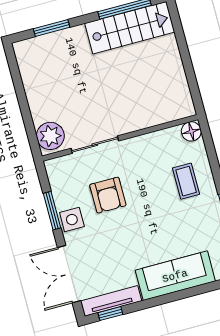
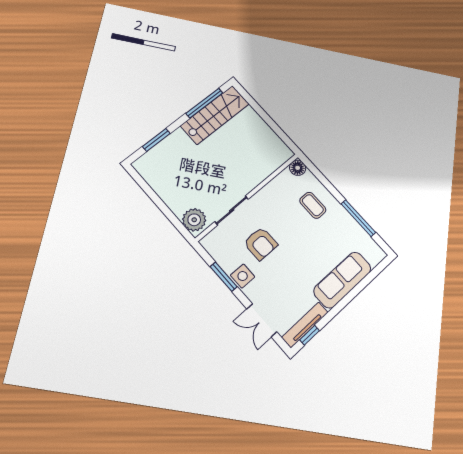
double door: (69, 274) -> (262, 320), width x0.73

